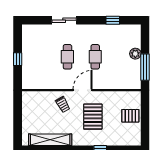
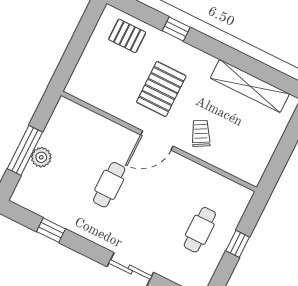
cafe table: (67, 57) -> (200, 230), moved
window: (145, 67) -> (25, 150), moved
pallet: (130, 116) -> (127, 36), moved

